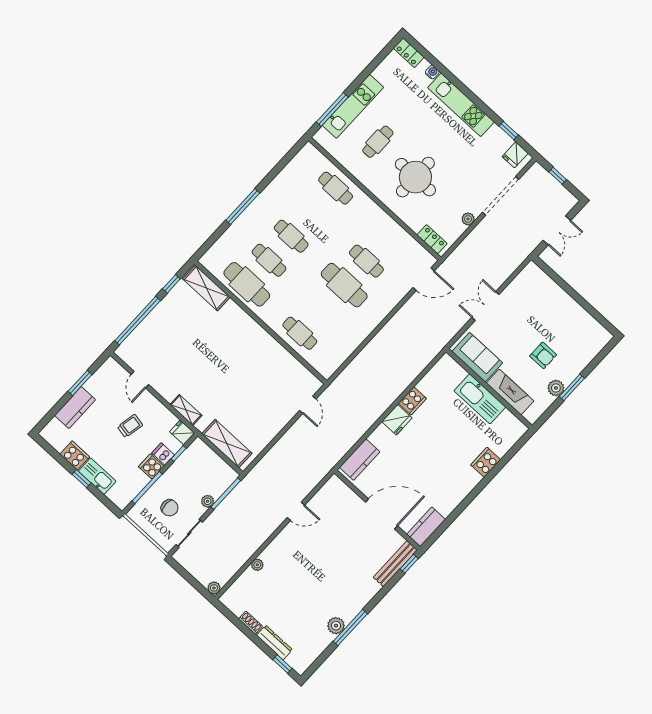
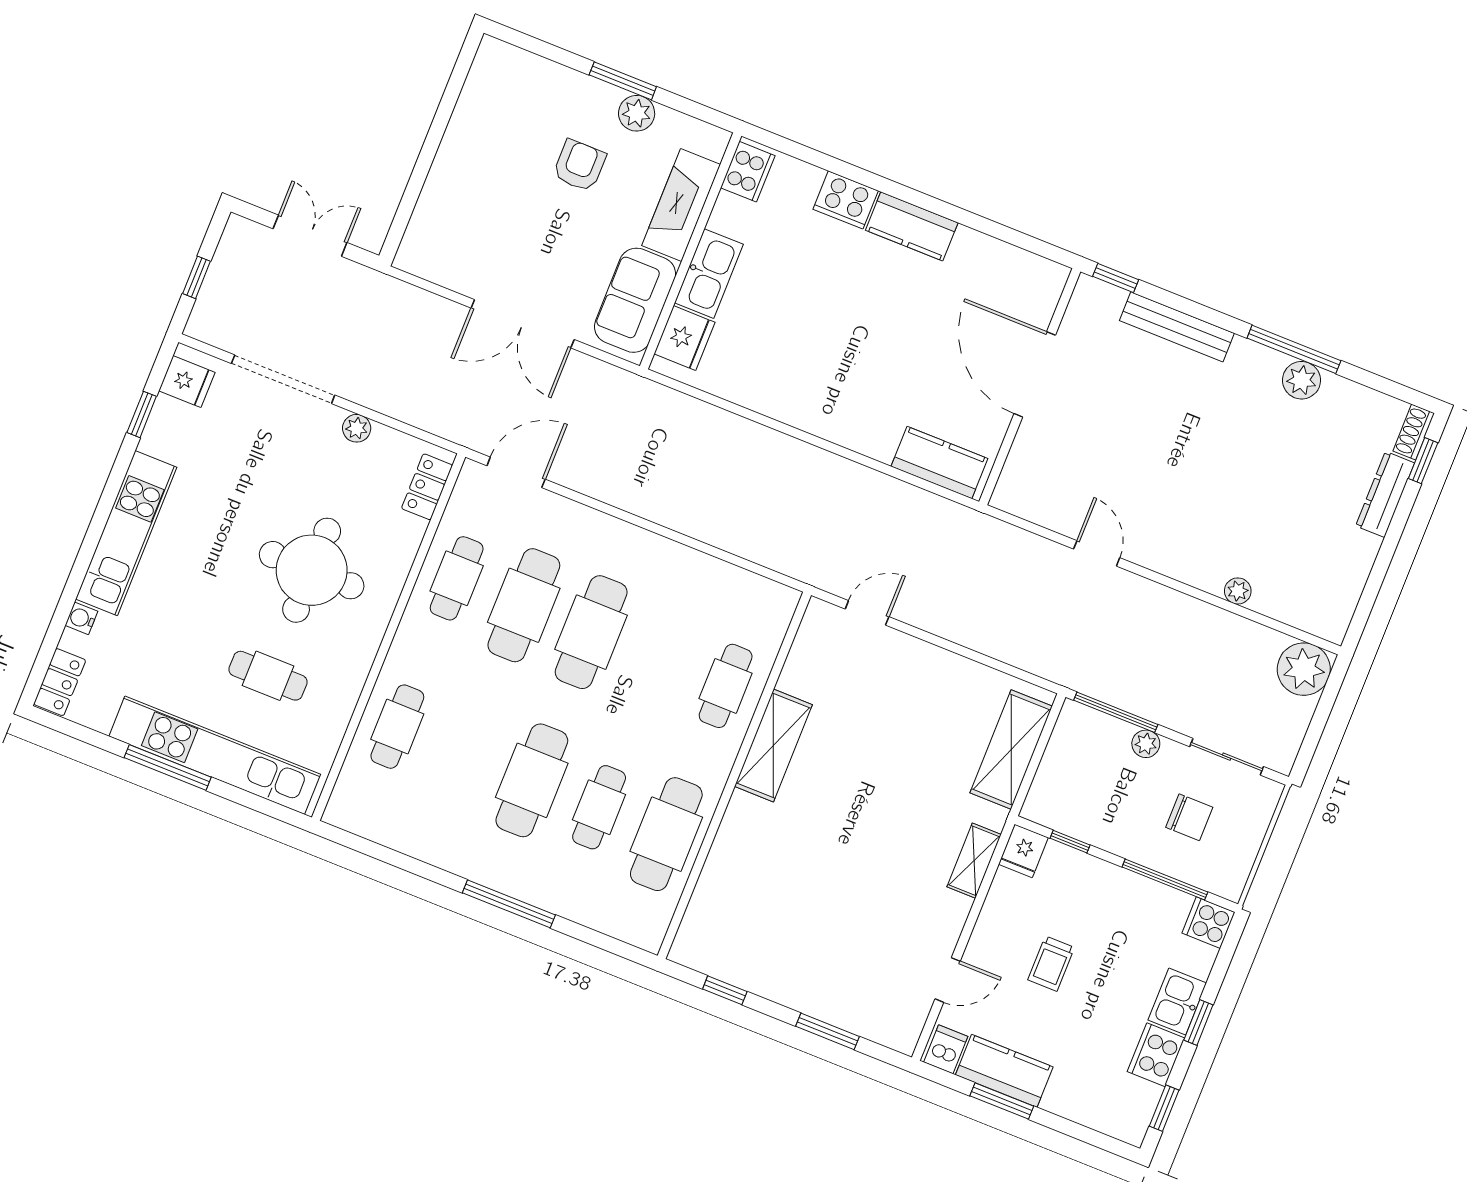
kitchen unit: (353, 106) -> (215, 755), width x1.36
window: (332, 110) -> (168, 767), moved
cafe table: (291, 236) -> (532, 780), width x1.37, depth x1.35
cafe table: (389, 237) -> (457, 578), added
cafe table: (366, 261) -> (524, 605), width x1.37, depth x1.35
door: (424, 279) -> (516, 472), hinge flipped
shelving: (206, 288) -> (773, 745), moved
double door: (485, 306) -> (523, 324), width x1.37
window: (138, 321) -> (827, 1031), width x0.47
kitchen sink: (480, 399) -> (709, 274), width x0.73, depth x0.81
cooker: (412, 401) -> (748, 172), moved, turned 90
kitchen counter: (75, 408) -> (1004, 1071), moved
fridge: (397, 420) -> (685, 338), moved, turned 90
trolley: (130, 426) -> (1051, 964), turned -101
window: (51, 450) -> (1164, 1108), added
dishwasher: (163, 454) -> (946, 1049), moved, turned 180
cooker: (151, 467) -> (1208, 923), moved, turned 90
kitchen sink: (97, 476) -> (1177, 1002), width x0.73
chair: (170, 508) -> (1189, 817), turned 90
kitchen counter: (426, 527) -> (912, 226), moved
bench: (395, 564) -> (1177, 327), moved
plant: (214, 588) -> (1304, 669), width x1.88, depth x1.88
shoe rack: (251, 623) -> (1414, 432), moved

